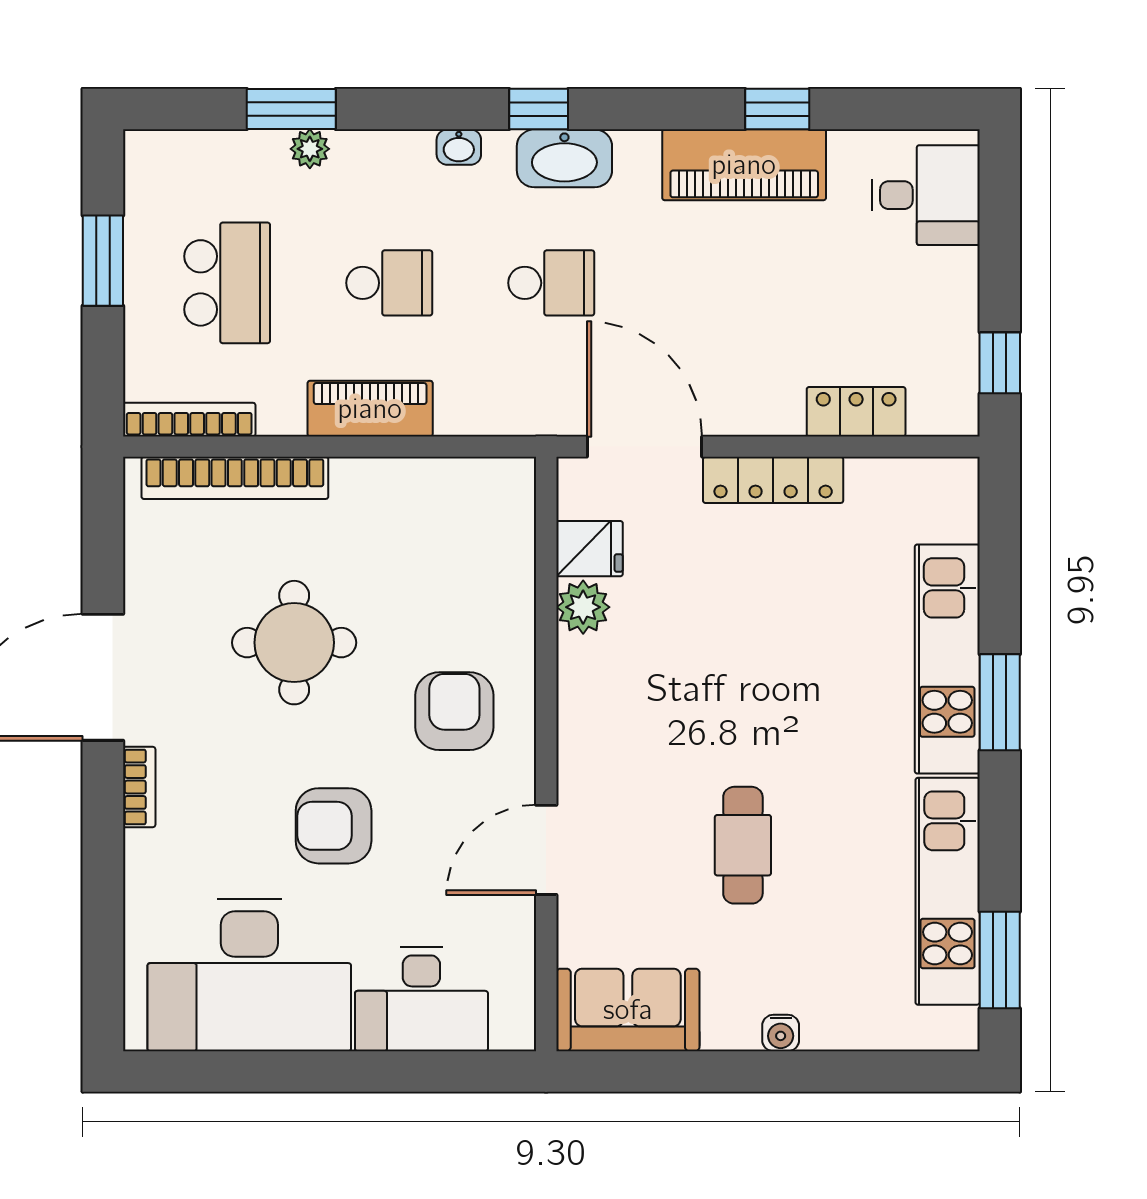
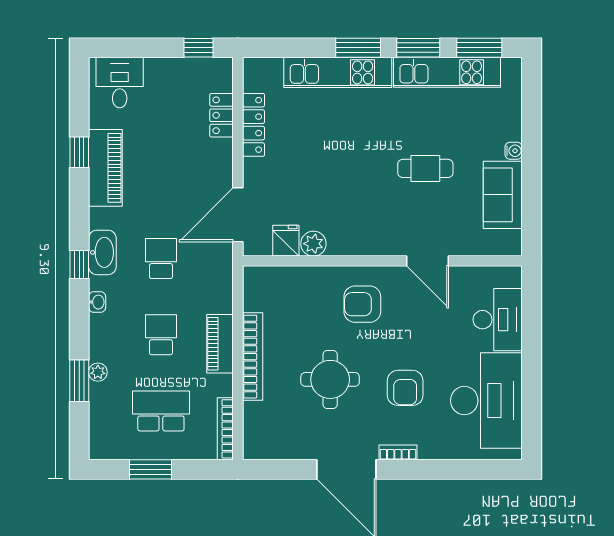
bookcase: (235, 478) -> (253, 357), moved
locker: (773, 480) -> (254, 125), moved
armchair: (334, 826) -> (405, 388), moved
window: (1000, 830) -> (418, 48), added
sofa: (628, 1010) -> (503, 195), moved

